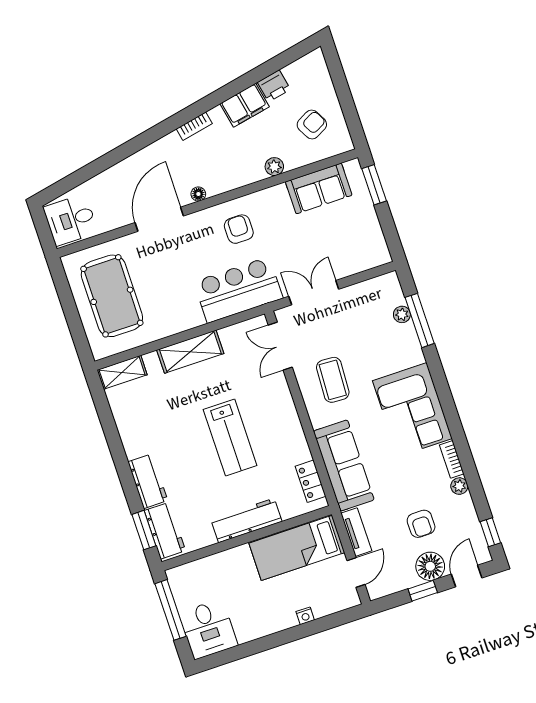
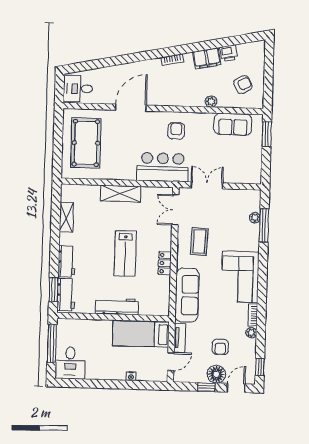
floor lamp: (198, 194) -> (160, 101), removed
shelving: (122, 372) -> (66, 217), moved, turned 90
locker: (311, 481) -> (165, 263), moved

